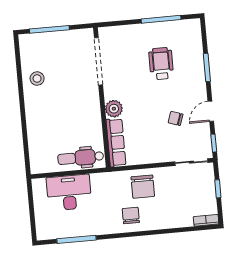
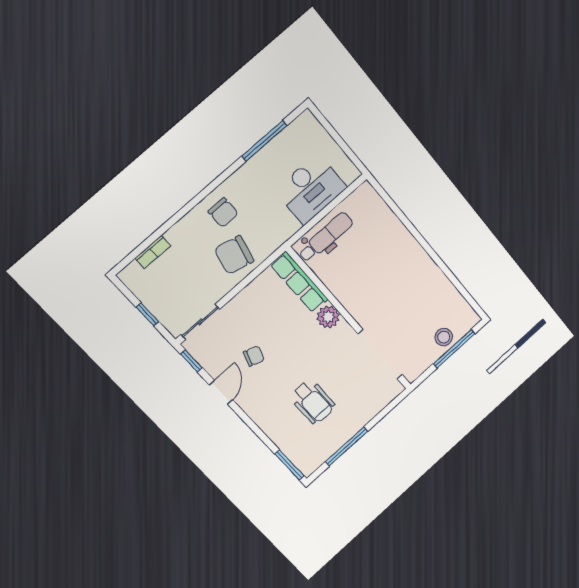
window: (207, 67) -> (289, 465), moved
stool: (37, 79) -> (444, 337), moved
chair: (143, 187) -> (234, 255), turned -77
bookcase: (206, 220) -> (153, 252), moved

